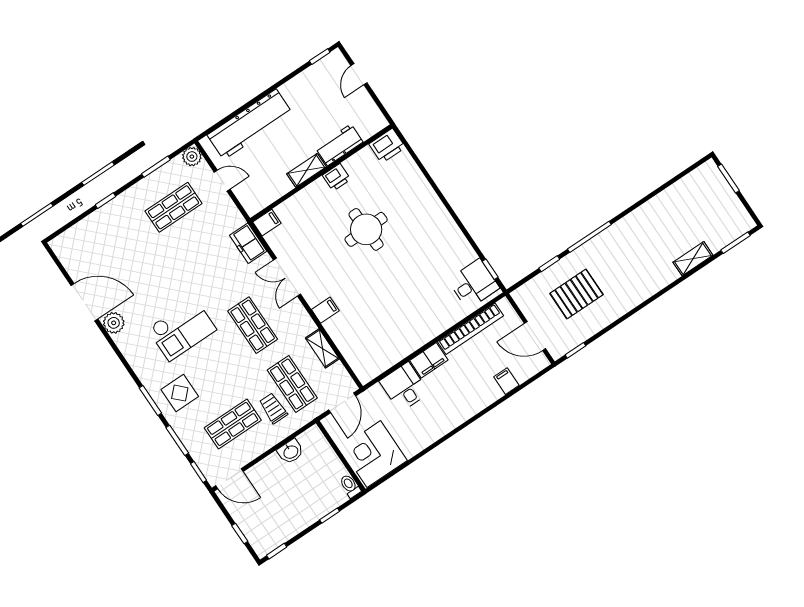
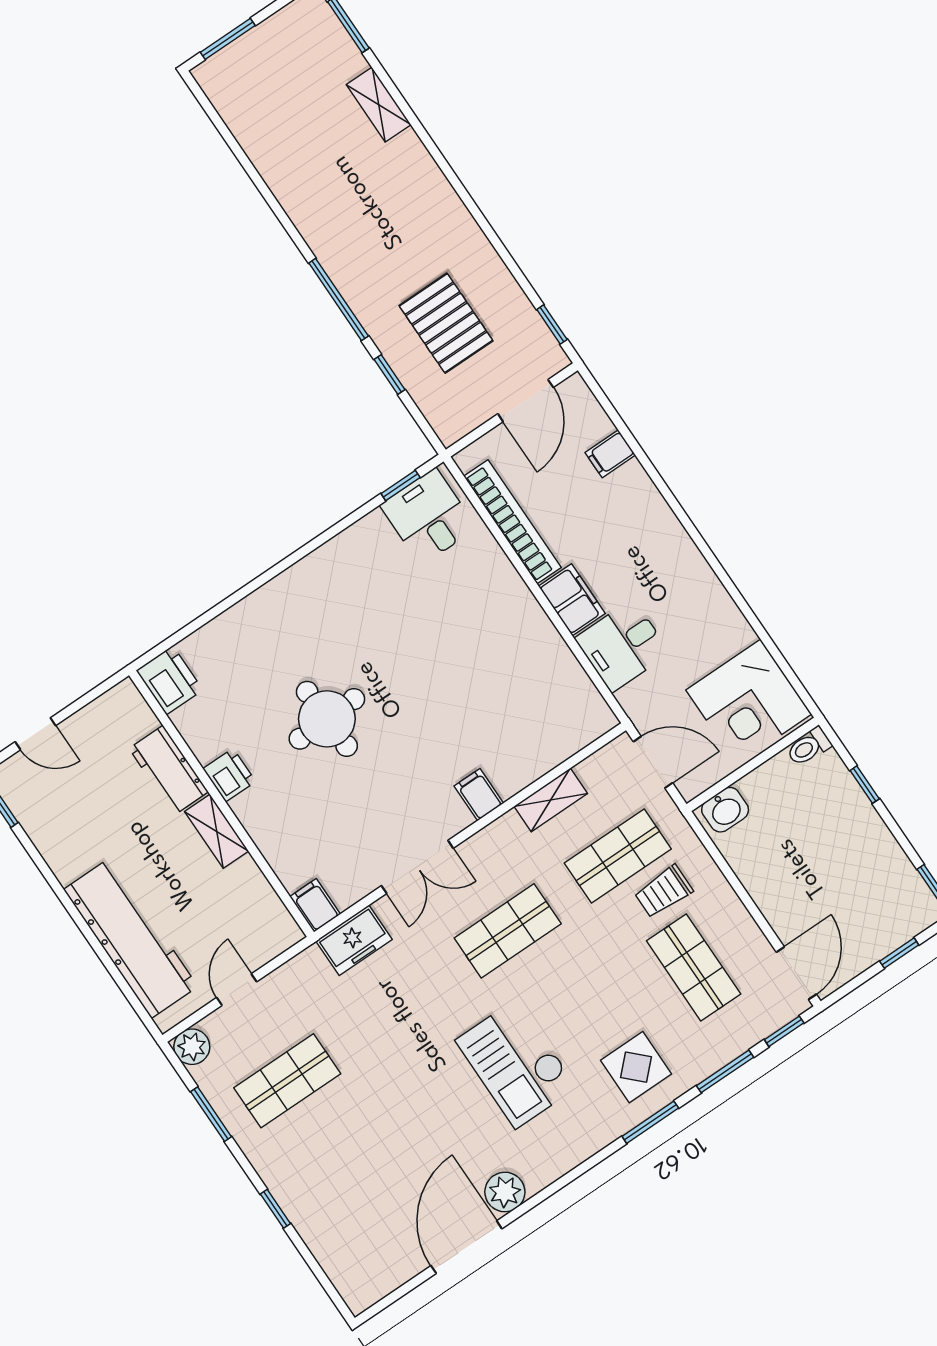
shop shelf: (174, 207) -> (287, 1081), turned 90
checkout: (182, 329) -> (516, 1064), turned 180
washbasin: (291, 452) -> (725, 810), moved, turned 90

